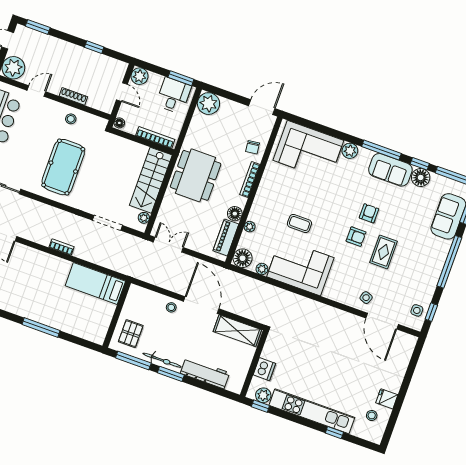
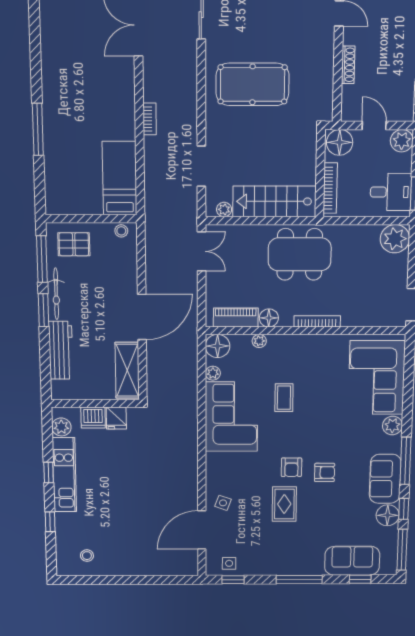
door: (122, 92) -> (374, 125), swing flipped
stool: (71, 119) -> (318, 72), removed
floor lamp: (119, 123) -> (340, 142), width x1.89, depth x1.89
chair: (253, 147) -> (358, 311), removed
rug: (384, 252) -> (284, 504), turned 90
window: (449, 262) -> (299, 579), width x0.68
stool: (171, 307) -> (121, 231), moved
fridge: (387, 399) -> (116, 418), moved, turned 180
window: (260, 406) -> (49, 473), moved
kitchen unit: (312, 411) -> (64, 475), width x0.73

